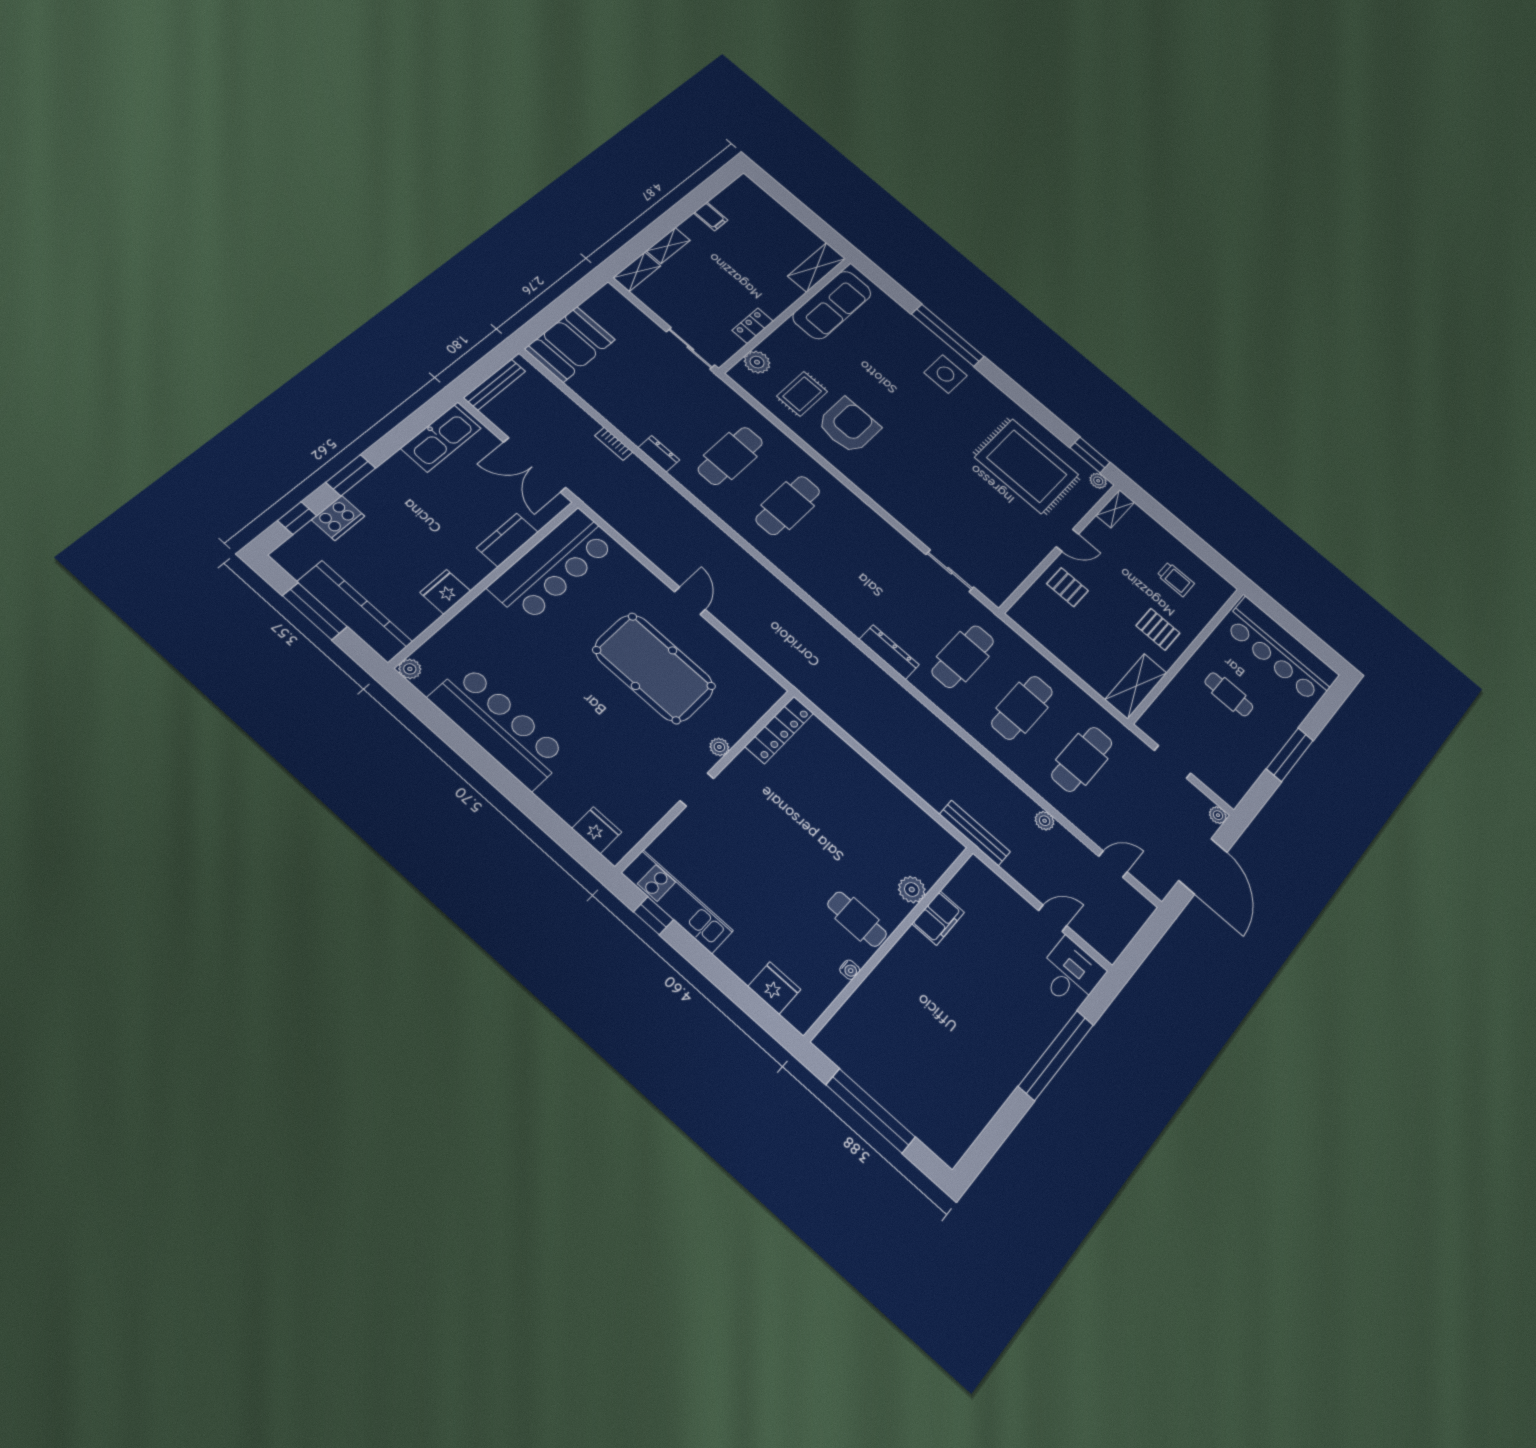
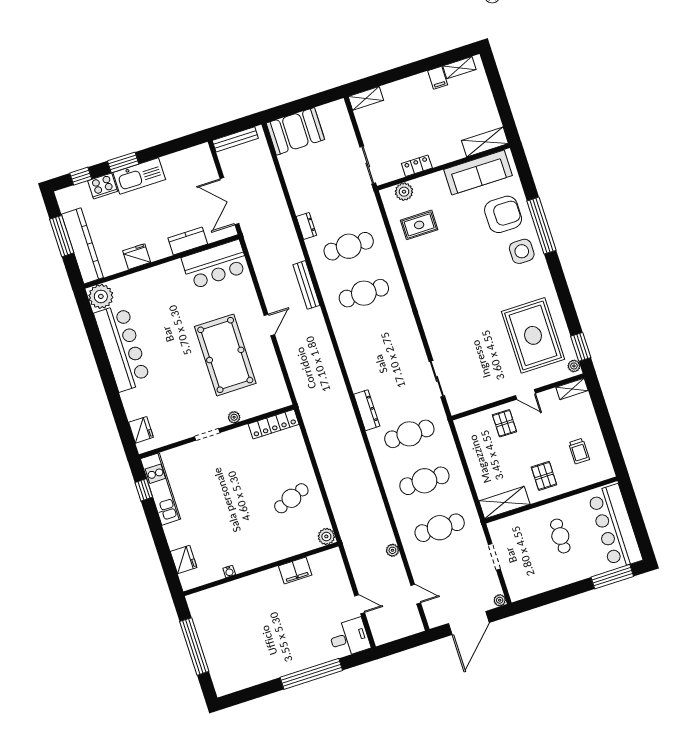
shelving: (668, 246) -> (459, 68), moved
armchair: (849, 426) -> (503, 214), moved
kitchen sink: (441, 438) -> (139, 176), moved
bookcase: (614, 444) -> (283, 208), removed
bar counter: (553, 565) -> (215, 264), width x0.73
plant: (410, 669) -> (101, 296), width x1.87, depth x1.87
window: (1290, 755) -> (612, 577), moved
bench: (975, 833) -> (306, 285), moved
plant: (912, 889) -> (326, 536), moved
cafe table: (857, 919) -> (291, 498), moved, turned 69

